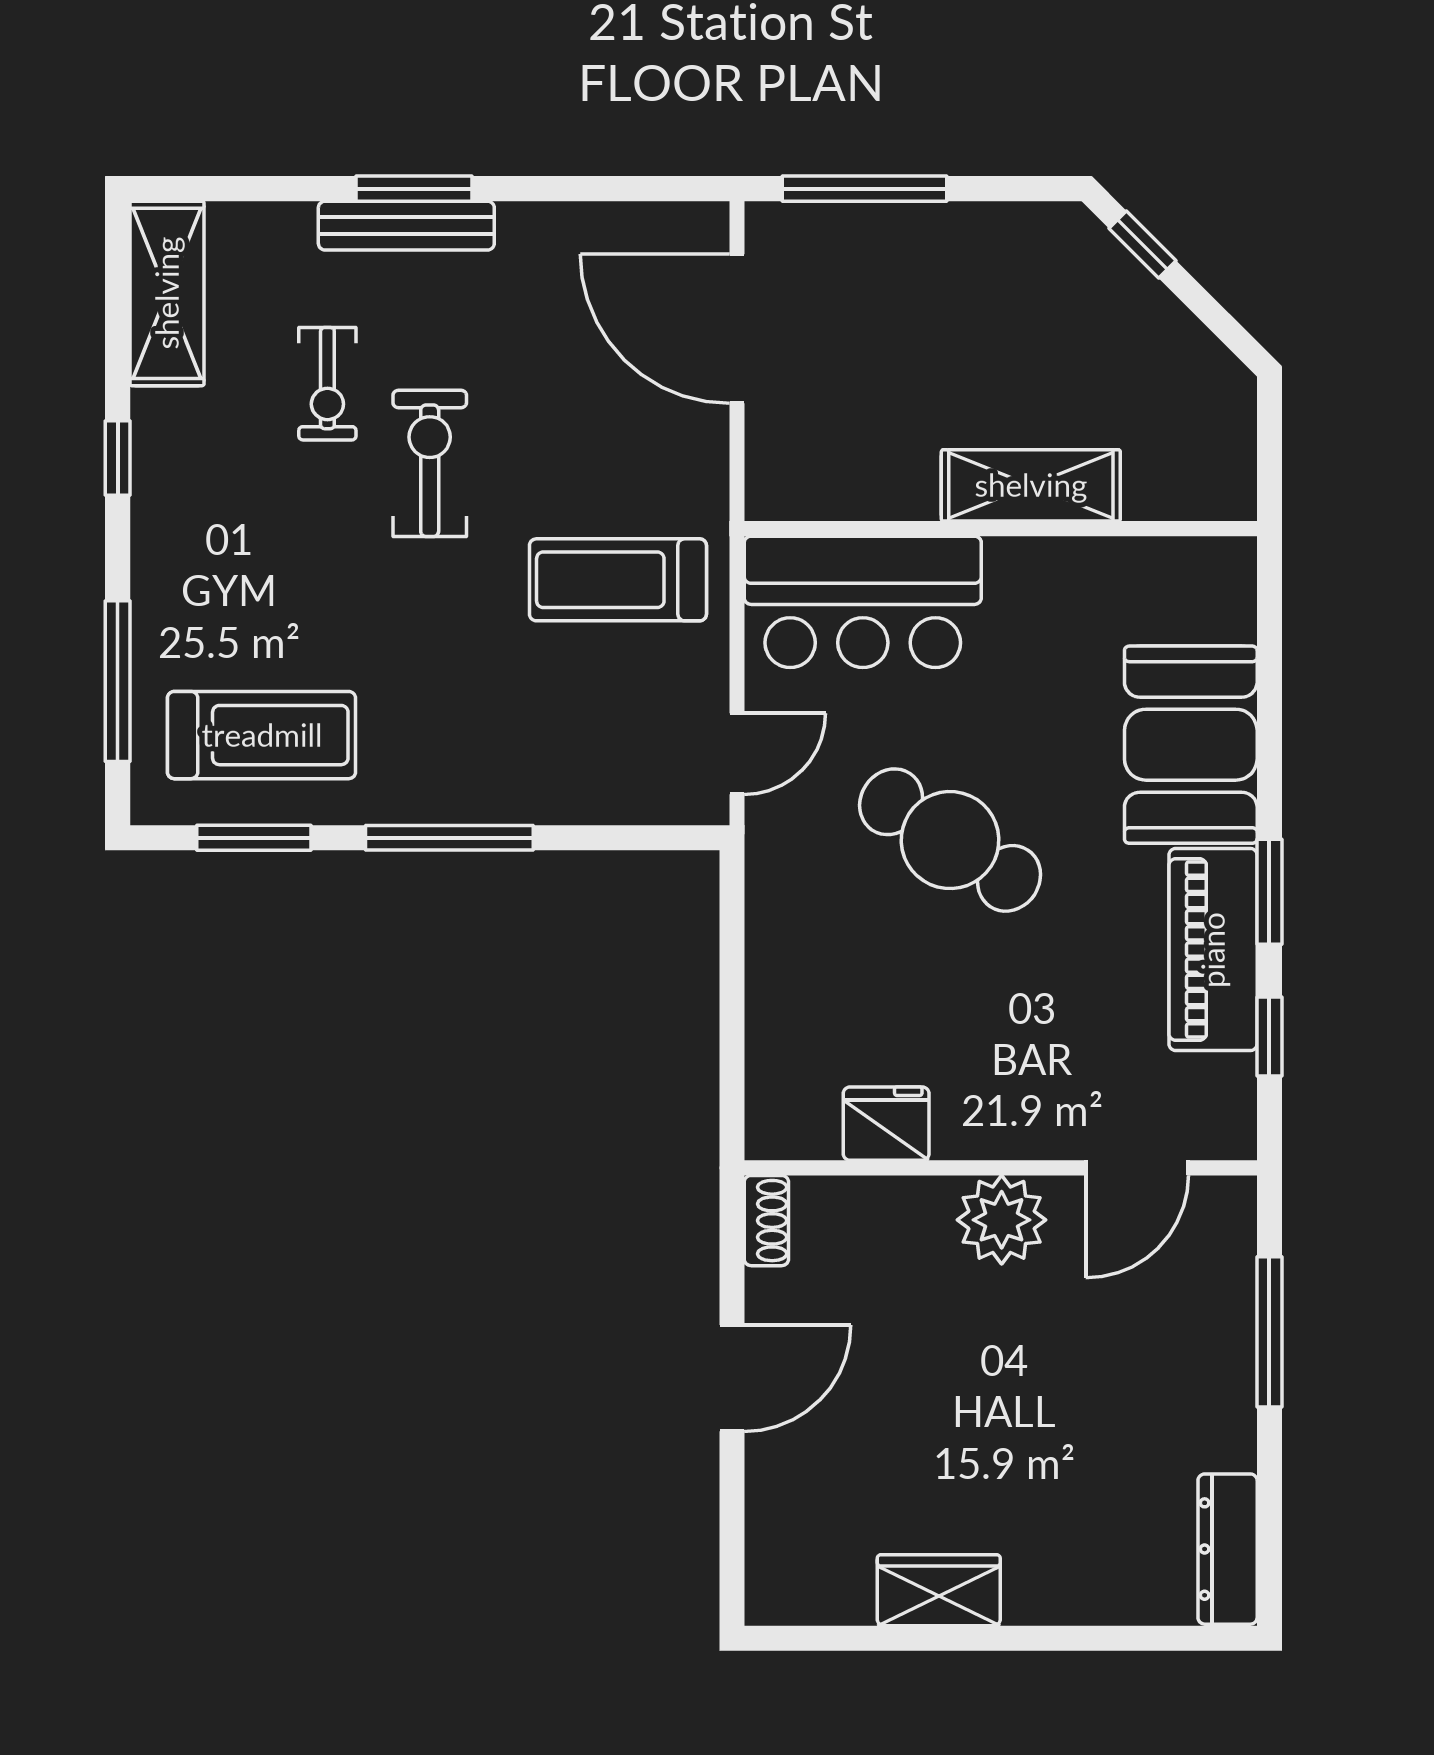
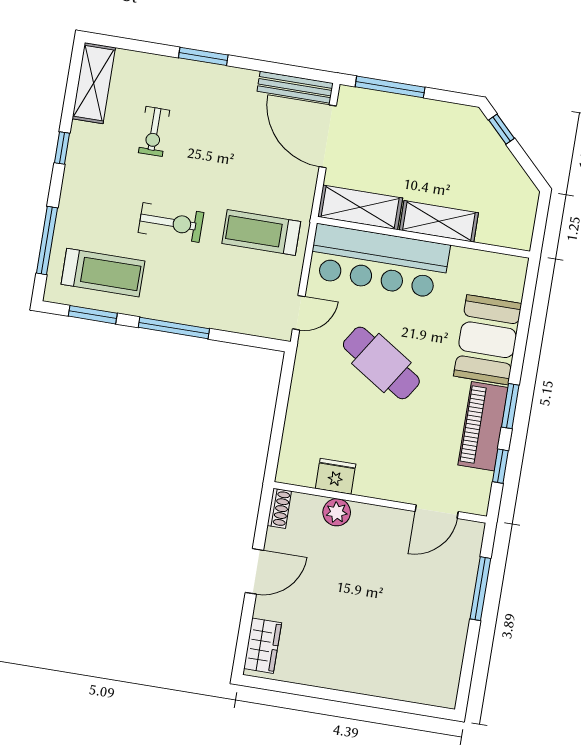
bench: (406, 226) -> (295, 87), moved
exercise bike: (430, 463) -> (171, 223), moved, turned 90
shelving: (840, 483) -> (360, 207), added
bar counter: (863, 602) -> (379, 261), width x1.36
plant: (1002, 1220) -> (337, 512), moved, width x0.73, depth x0.73
dresser: (1228, 1549) -> (448, 676), removed
wardrobe: (939, 1590) -> (263, 646), moved, turned 90

